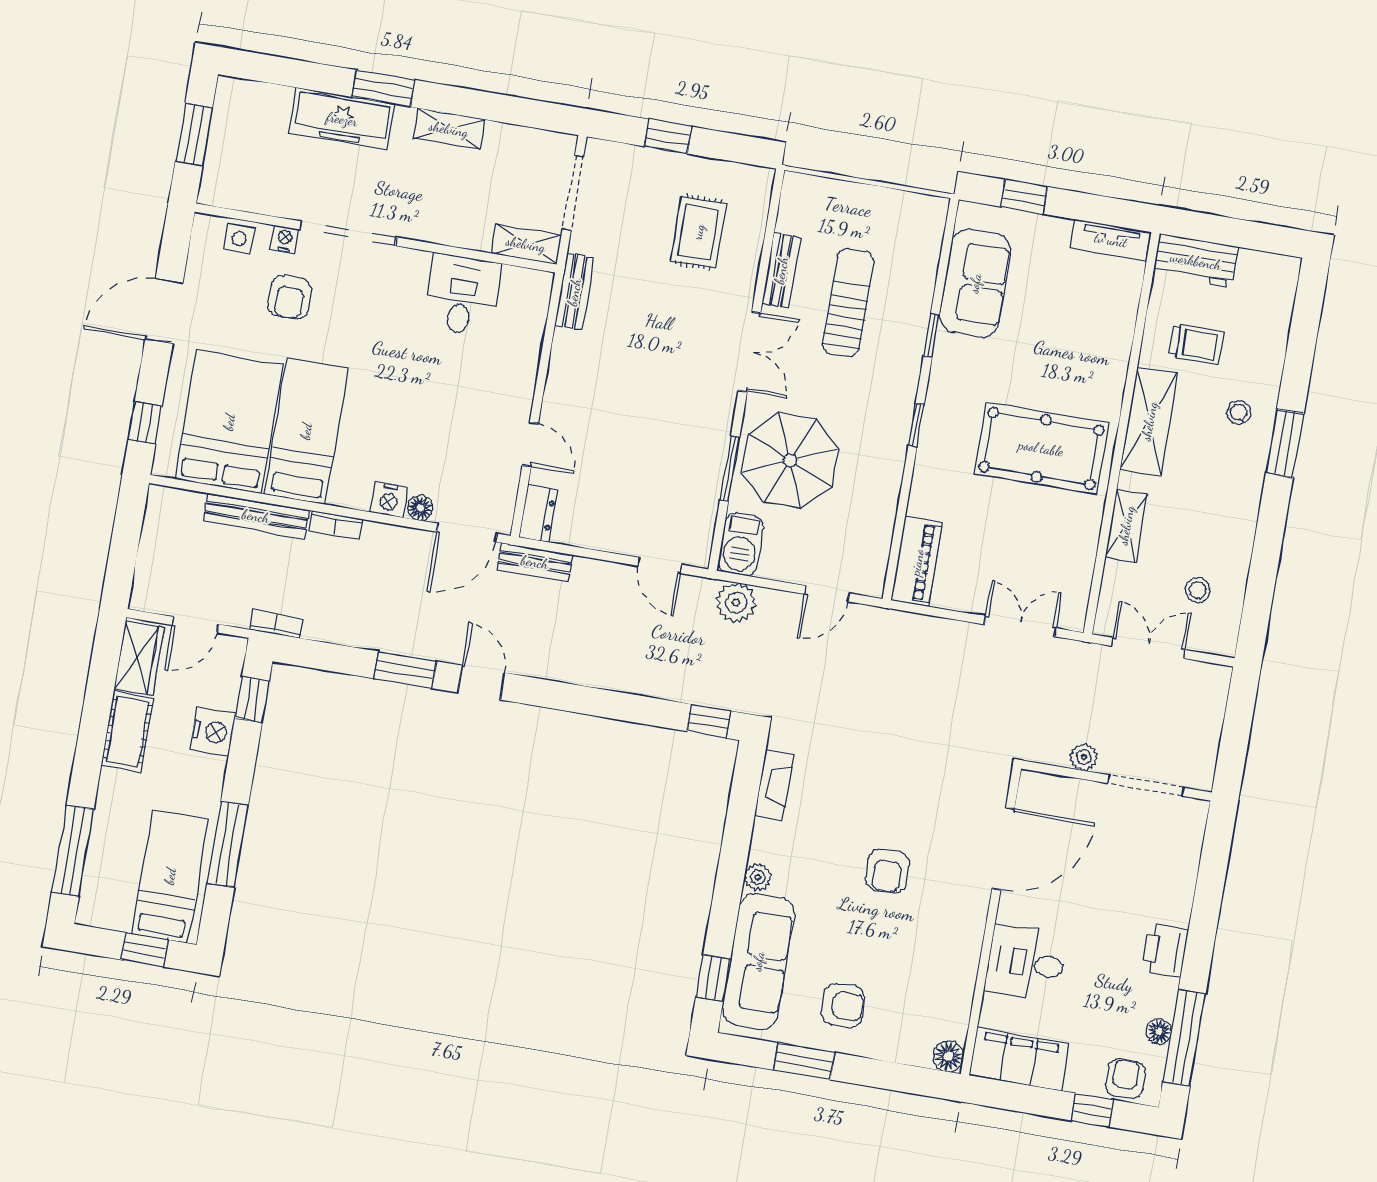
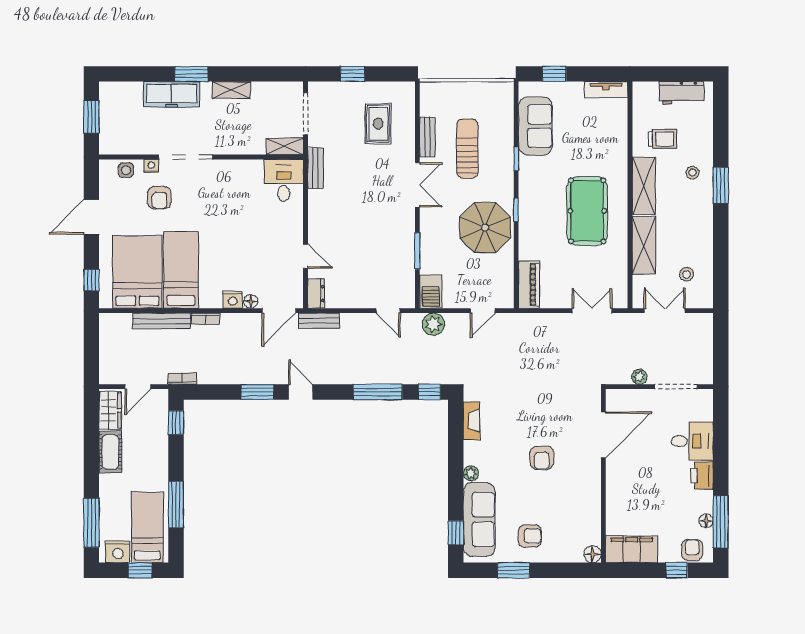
workbench: (1196, 261) -> (682, 93), moved
desk: (462, 295) -> (284, 180), moved
pool table: (1041, 448) -> (587, 211), turned 90
parasol: (790, 460) -> (485, 228), moved
shelving: (1126, 525) -> (644, 245), width x1.50, depth x1.33
window: (617, 706) -> (378, 392), added
nightstand: (213, 732) -> (118, 552), moved, turned 90
desk: (1026, 963) -> (692, 441), moved, turned 180

